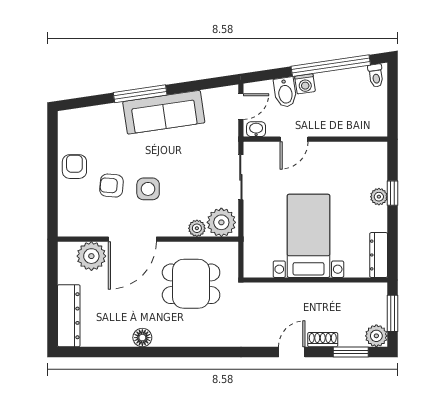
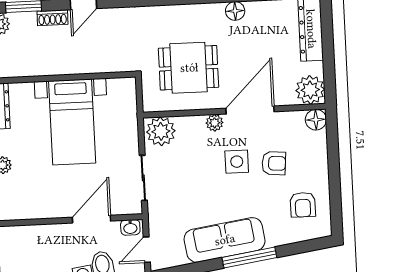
door: (294, 139) -> (91, 219), width x1.37
armchair: (74, 167) -> (303, 205), moved
floor lamp: (68, 226) -> (316, 120), added
plant: (197, 228) -> (215, 123), moved
plant: (91, 256) -> (310, 90), moved

